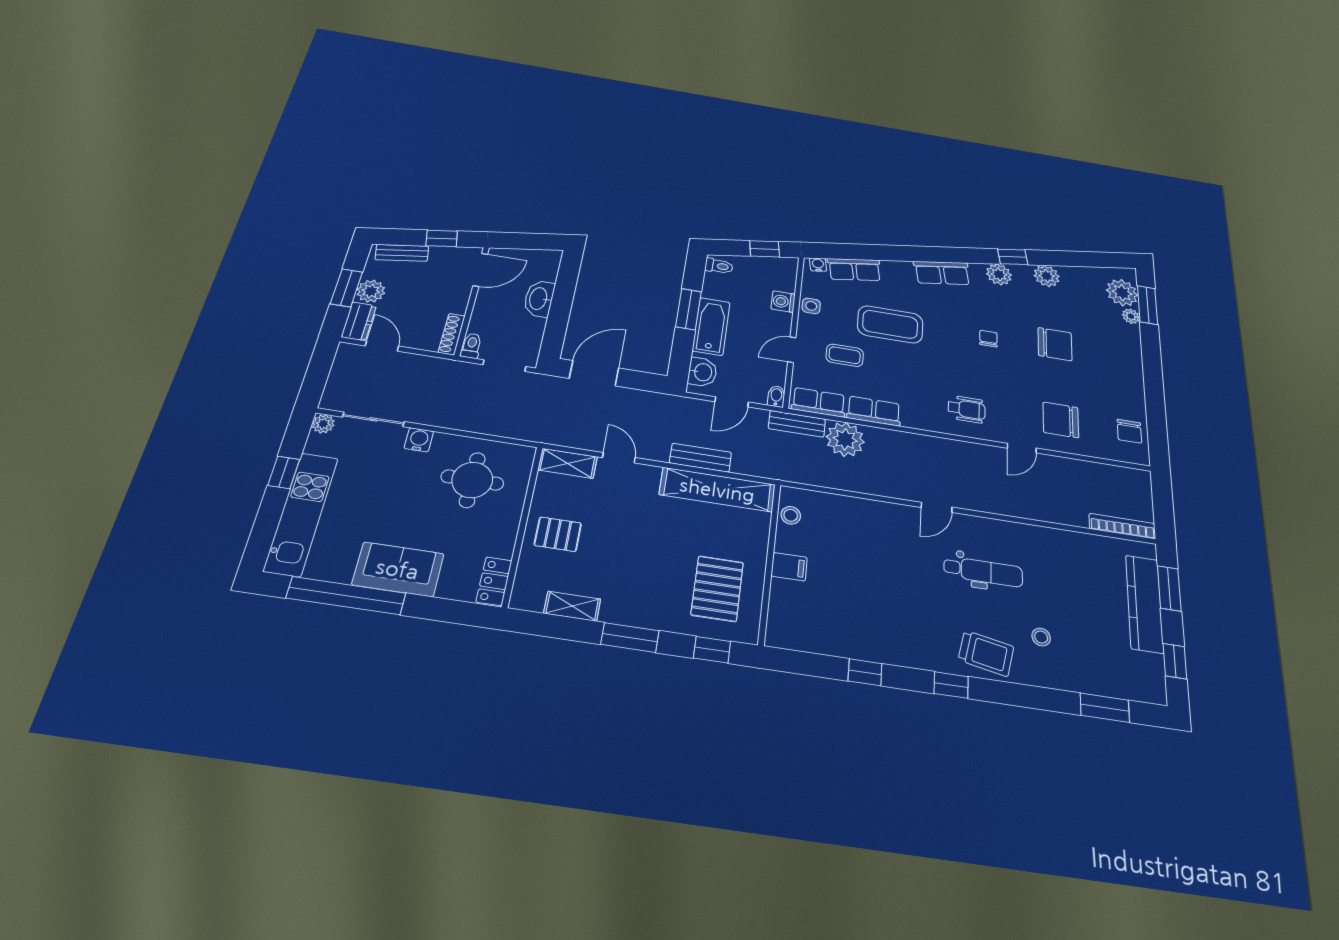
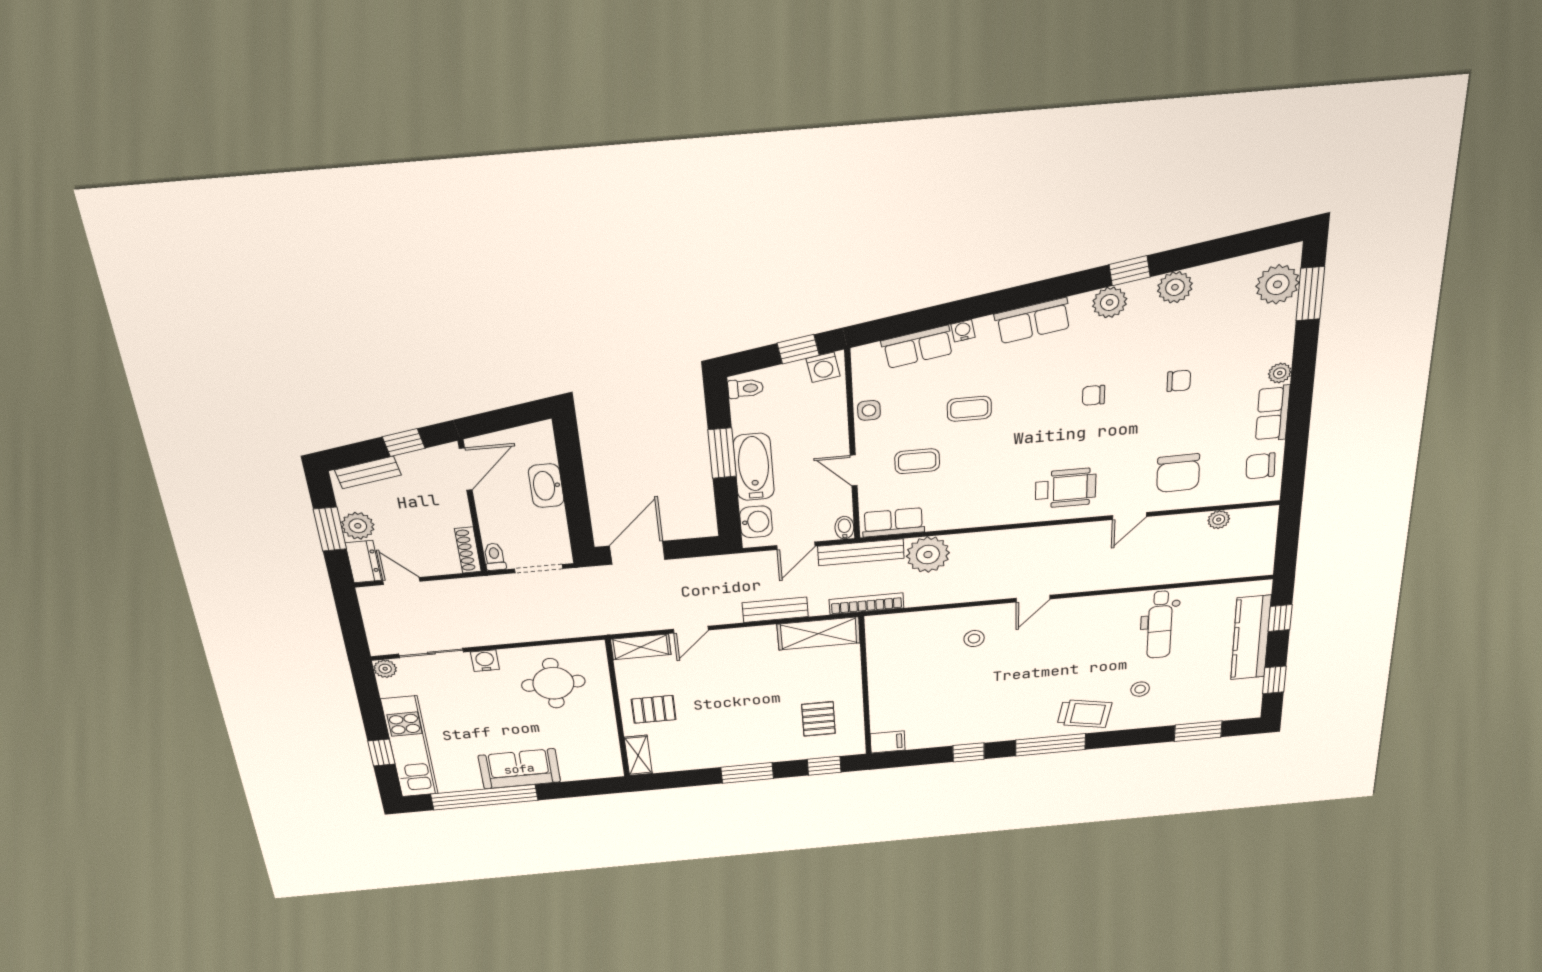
water cooler: (818, 265) -> (963, 331), moved
washing machine: (783, 302) -> (823, 367), moved, turned -99
plant: (1131, 316) -> (1280, 373), moved
coffee table: (890, 324) -> (969, 409), width x0.54, depth x0.58
chair: (988, 339) -> (1094, 395), turned -90
chair: (1055, 344) -> (1179, 381), width x0.54, depth x0.54
door: (792, 350) -> (854, 471), hinge flipped
wheelchair: (967, 409) -> (1066, 488), width x1.36, depth x1.37
row of seats: (874, 411) -> (1273, 413), moved, turned -90
chair: (1061, 420) -> (1178, 473), turned -91
bench: (797, 424) -> (861, 552), width x1.36
chair: (1129, 431) -> (1261, 466), turned 88
door: (619, 458) -> (691, 630), swing flipped
plant: (1100, 471) -> (1219, 520), added
window: (284, 472) -> (381, 753), moved
shelving: (717, 490) -> (819, 633), width x0.68
stool: (791, 515) -> (974, 639), moved
bookcase: (1122, 526) -> (866, 604), moved
filing cabinet: (789, 567) -> (888, 742), moved
dental chair: (983, 572) -> (1160, 625), moved, turned 90
locker: (494, 581) -> (609, 759), removed
window: (1169, 588) -> (1280, 618), width x0.67
pallet: (717, 589) -> (818, 719), width x0.67, depth x0.71
shelving: (572, 606) -> (638, 755), moved, turned 90
window: (951, 685) -> (1051, 745), width x2.17

